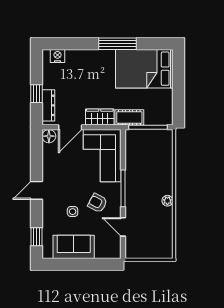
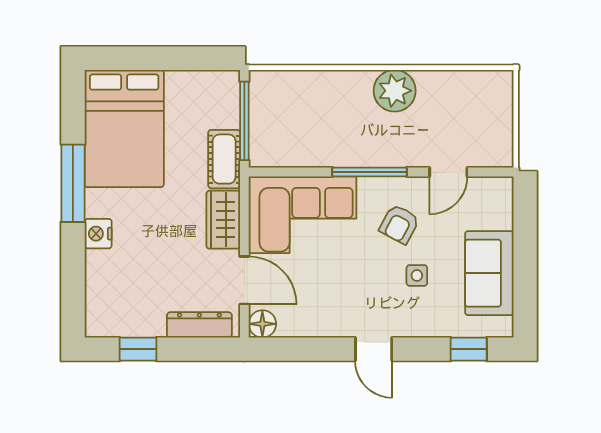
nightstand: (58, 56) -> (98, 234), moved
window: (37, 94) -> (138, 349), moved
plant: (167, 201) -> (395, 91), width x1.88, depth x1.88

